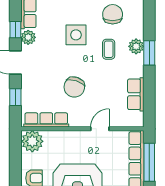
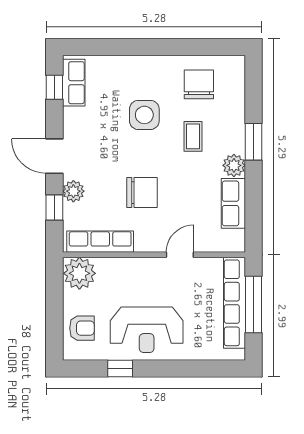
window: (15, 30) -> (54, 87), moved
plant: (28, 37) -> (73, 191), moved
plant: (136, 46) -> (234, 165), moved
chair: (74, 87) -> (142, 193), turned -108

